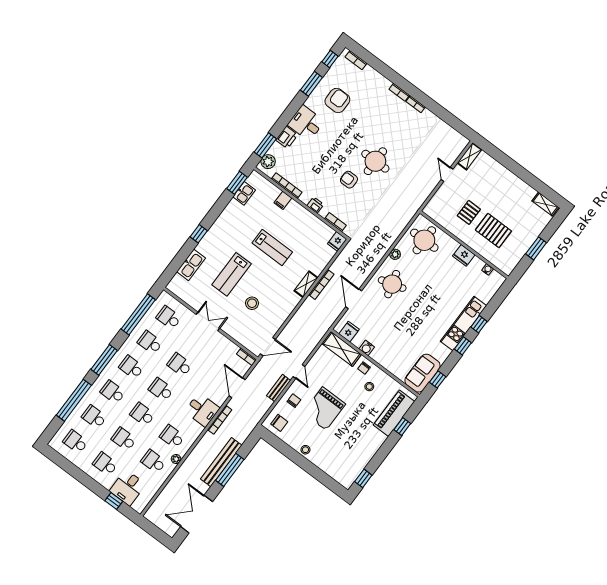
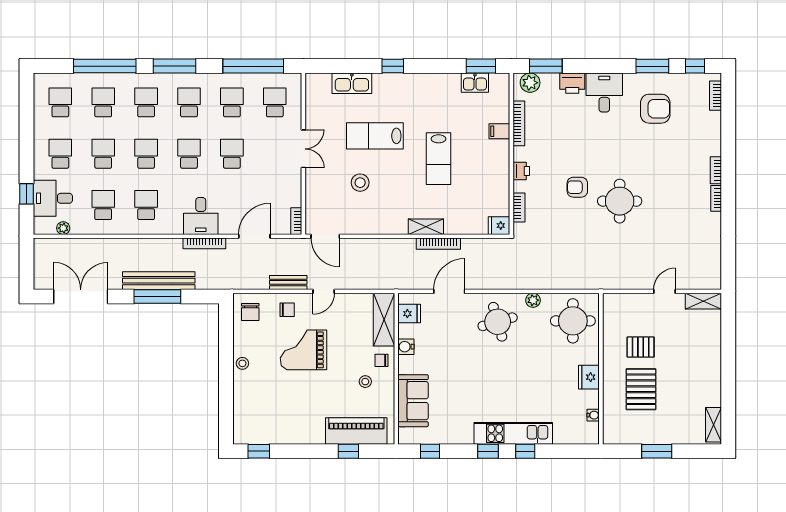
armchair: (349, 180) -> (577, 187), turned -90
sofa: (422, 373) -> (413, 401), moved, turned 90
plant: (176, 459) -> (63, 228), moved

